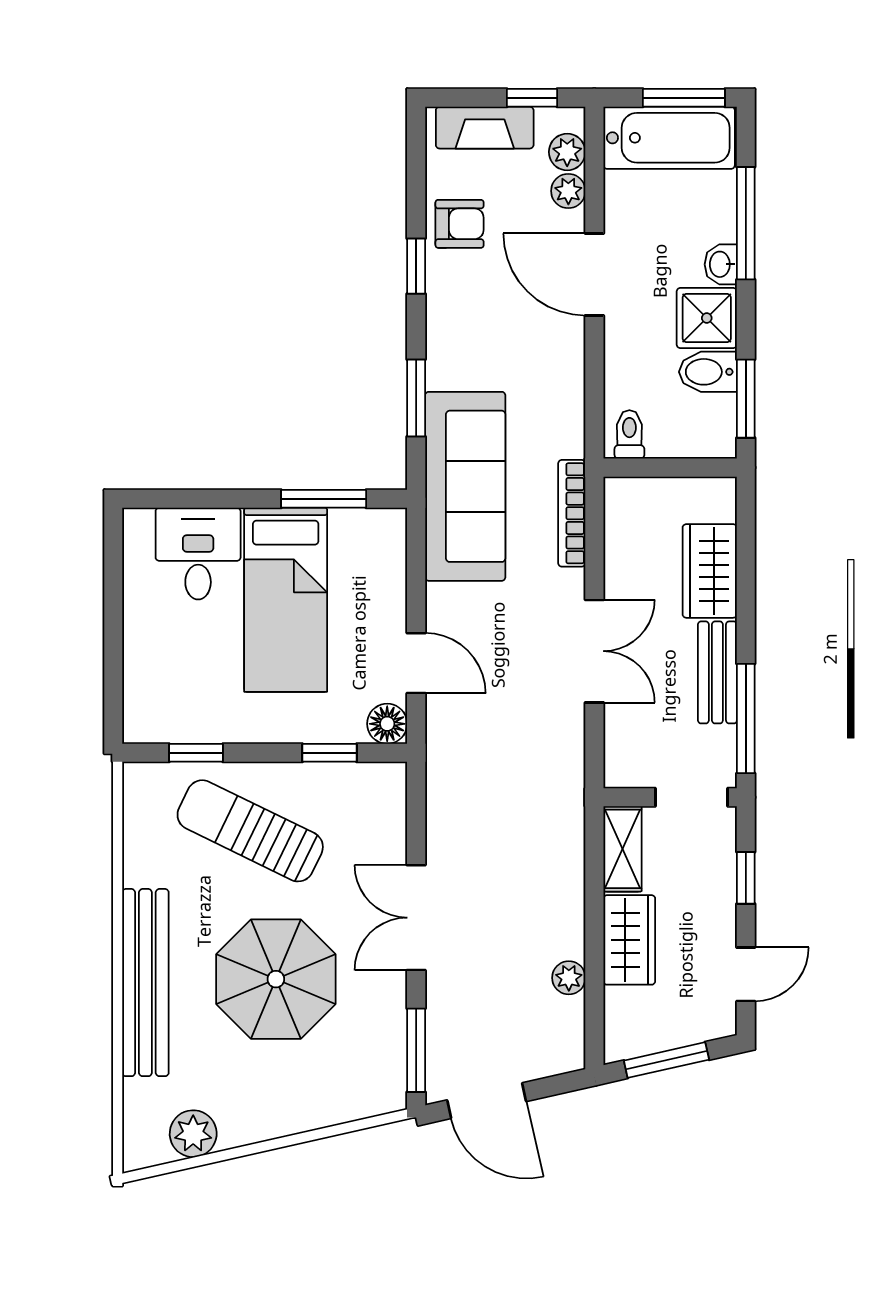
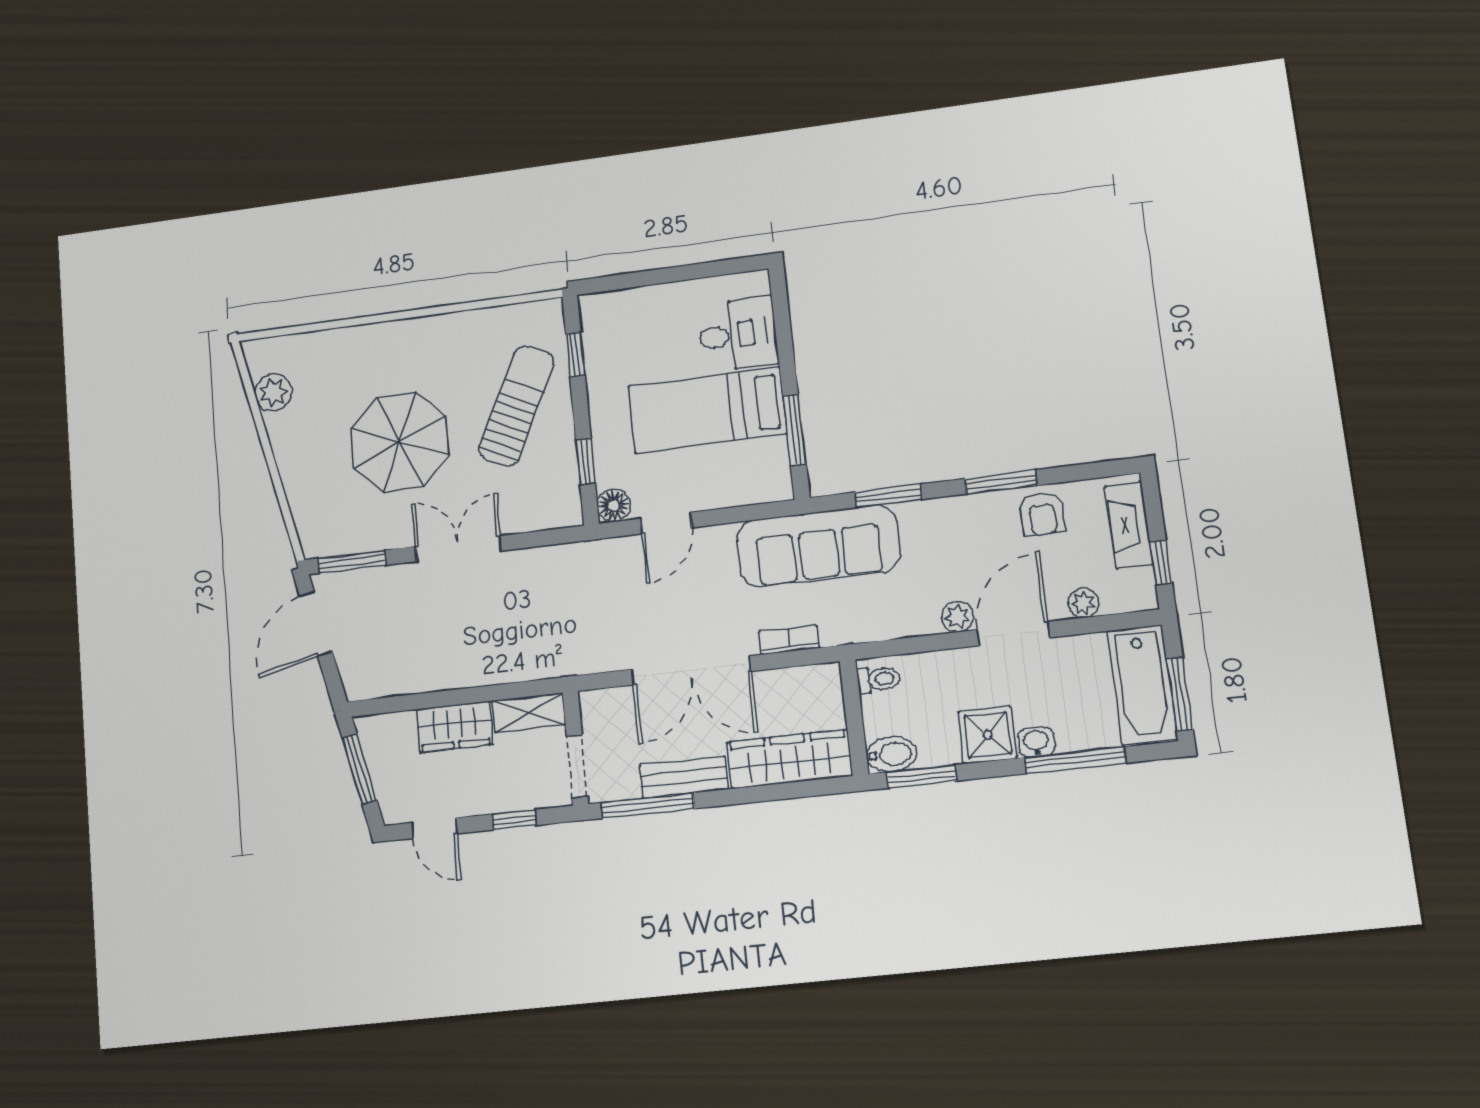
plant: (567, 152) -> (958, 617), moved
window: (416, 266) -> (1001, 482), width x1.50
bidet: (708, 372) -> (891, 754), moved, turned 90
bookcase: (572, 513) -> (789, 640), width x0.64
wardrobe: (710, 571) -> (789, 759), width x1.50
double door: (594, 651) -> (691, 670), width x1.37
plant: (569, 978) -> (420, 680), removed
bench: (145, 983) -> (389, 339), removed

